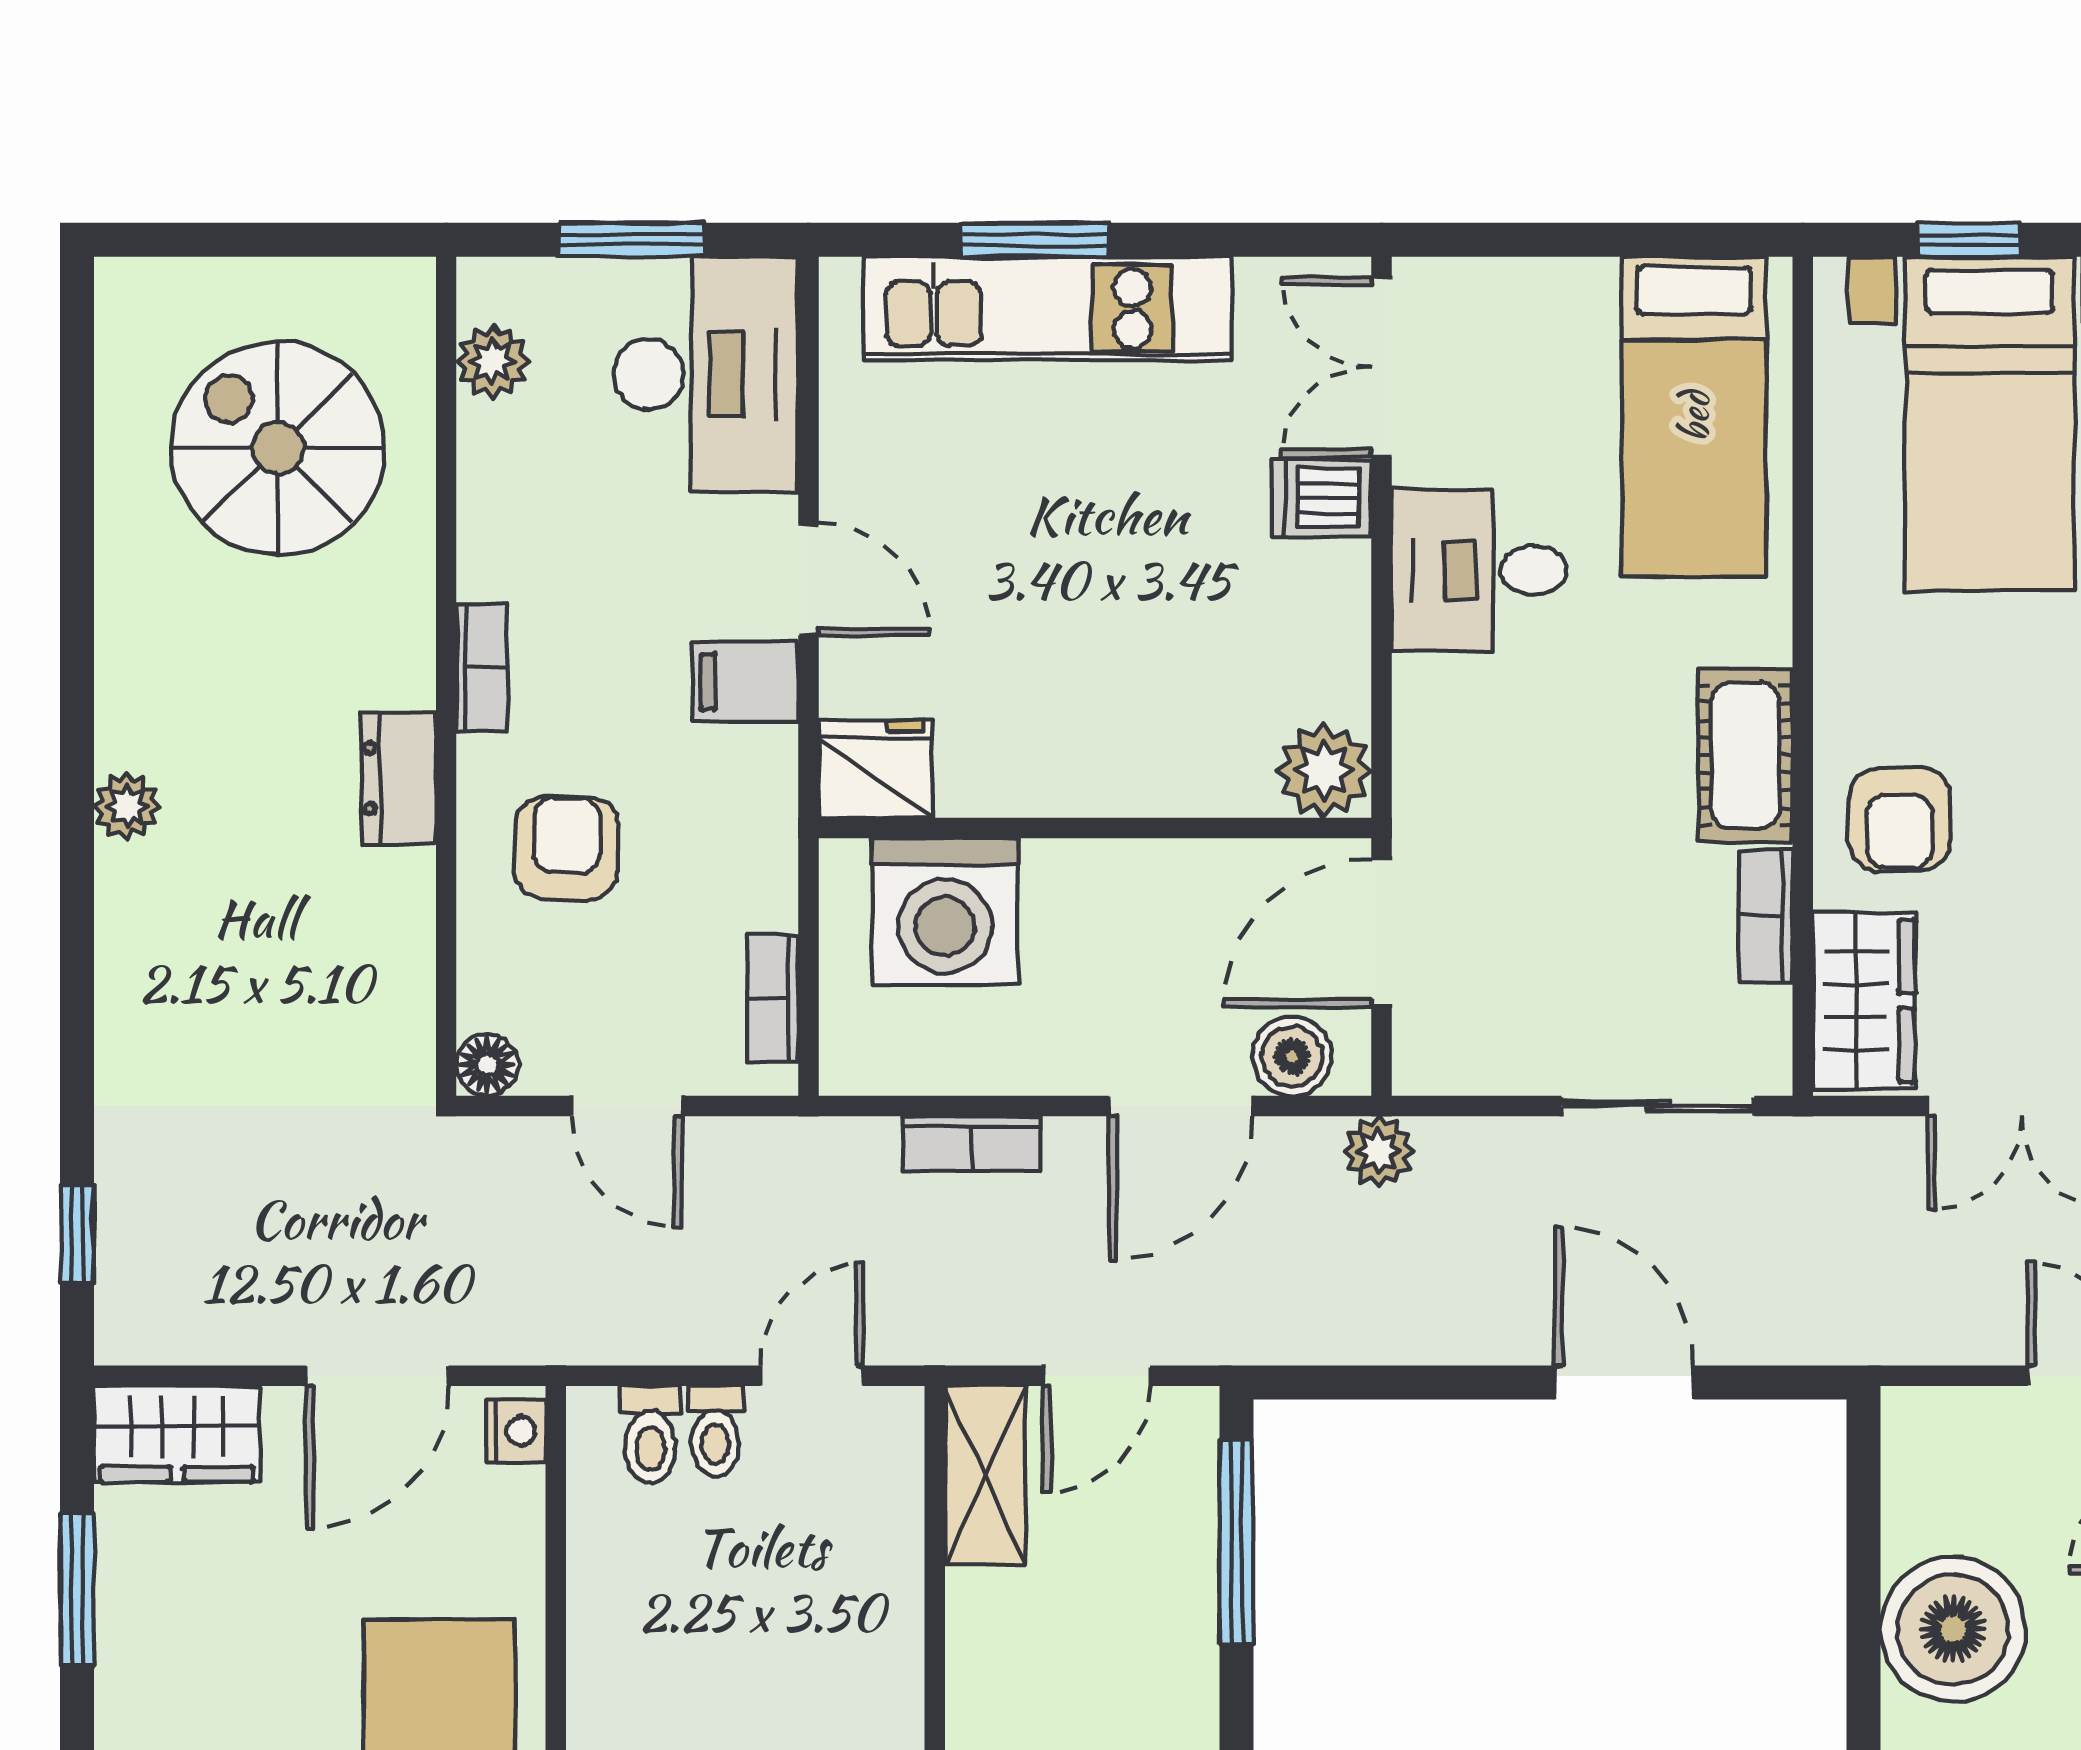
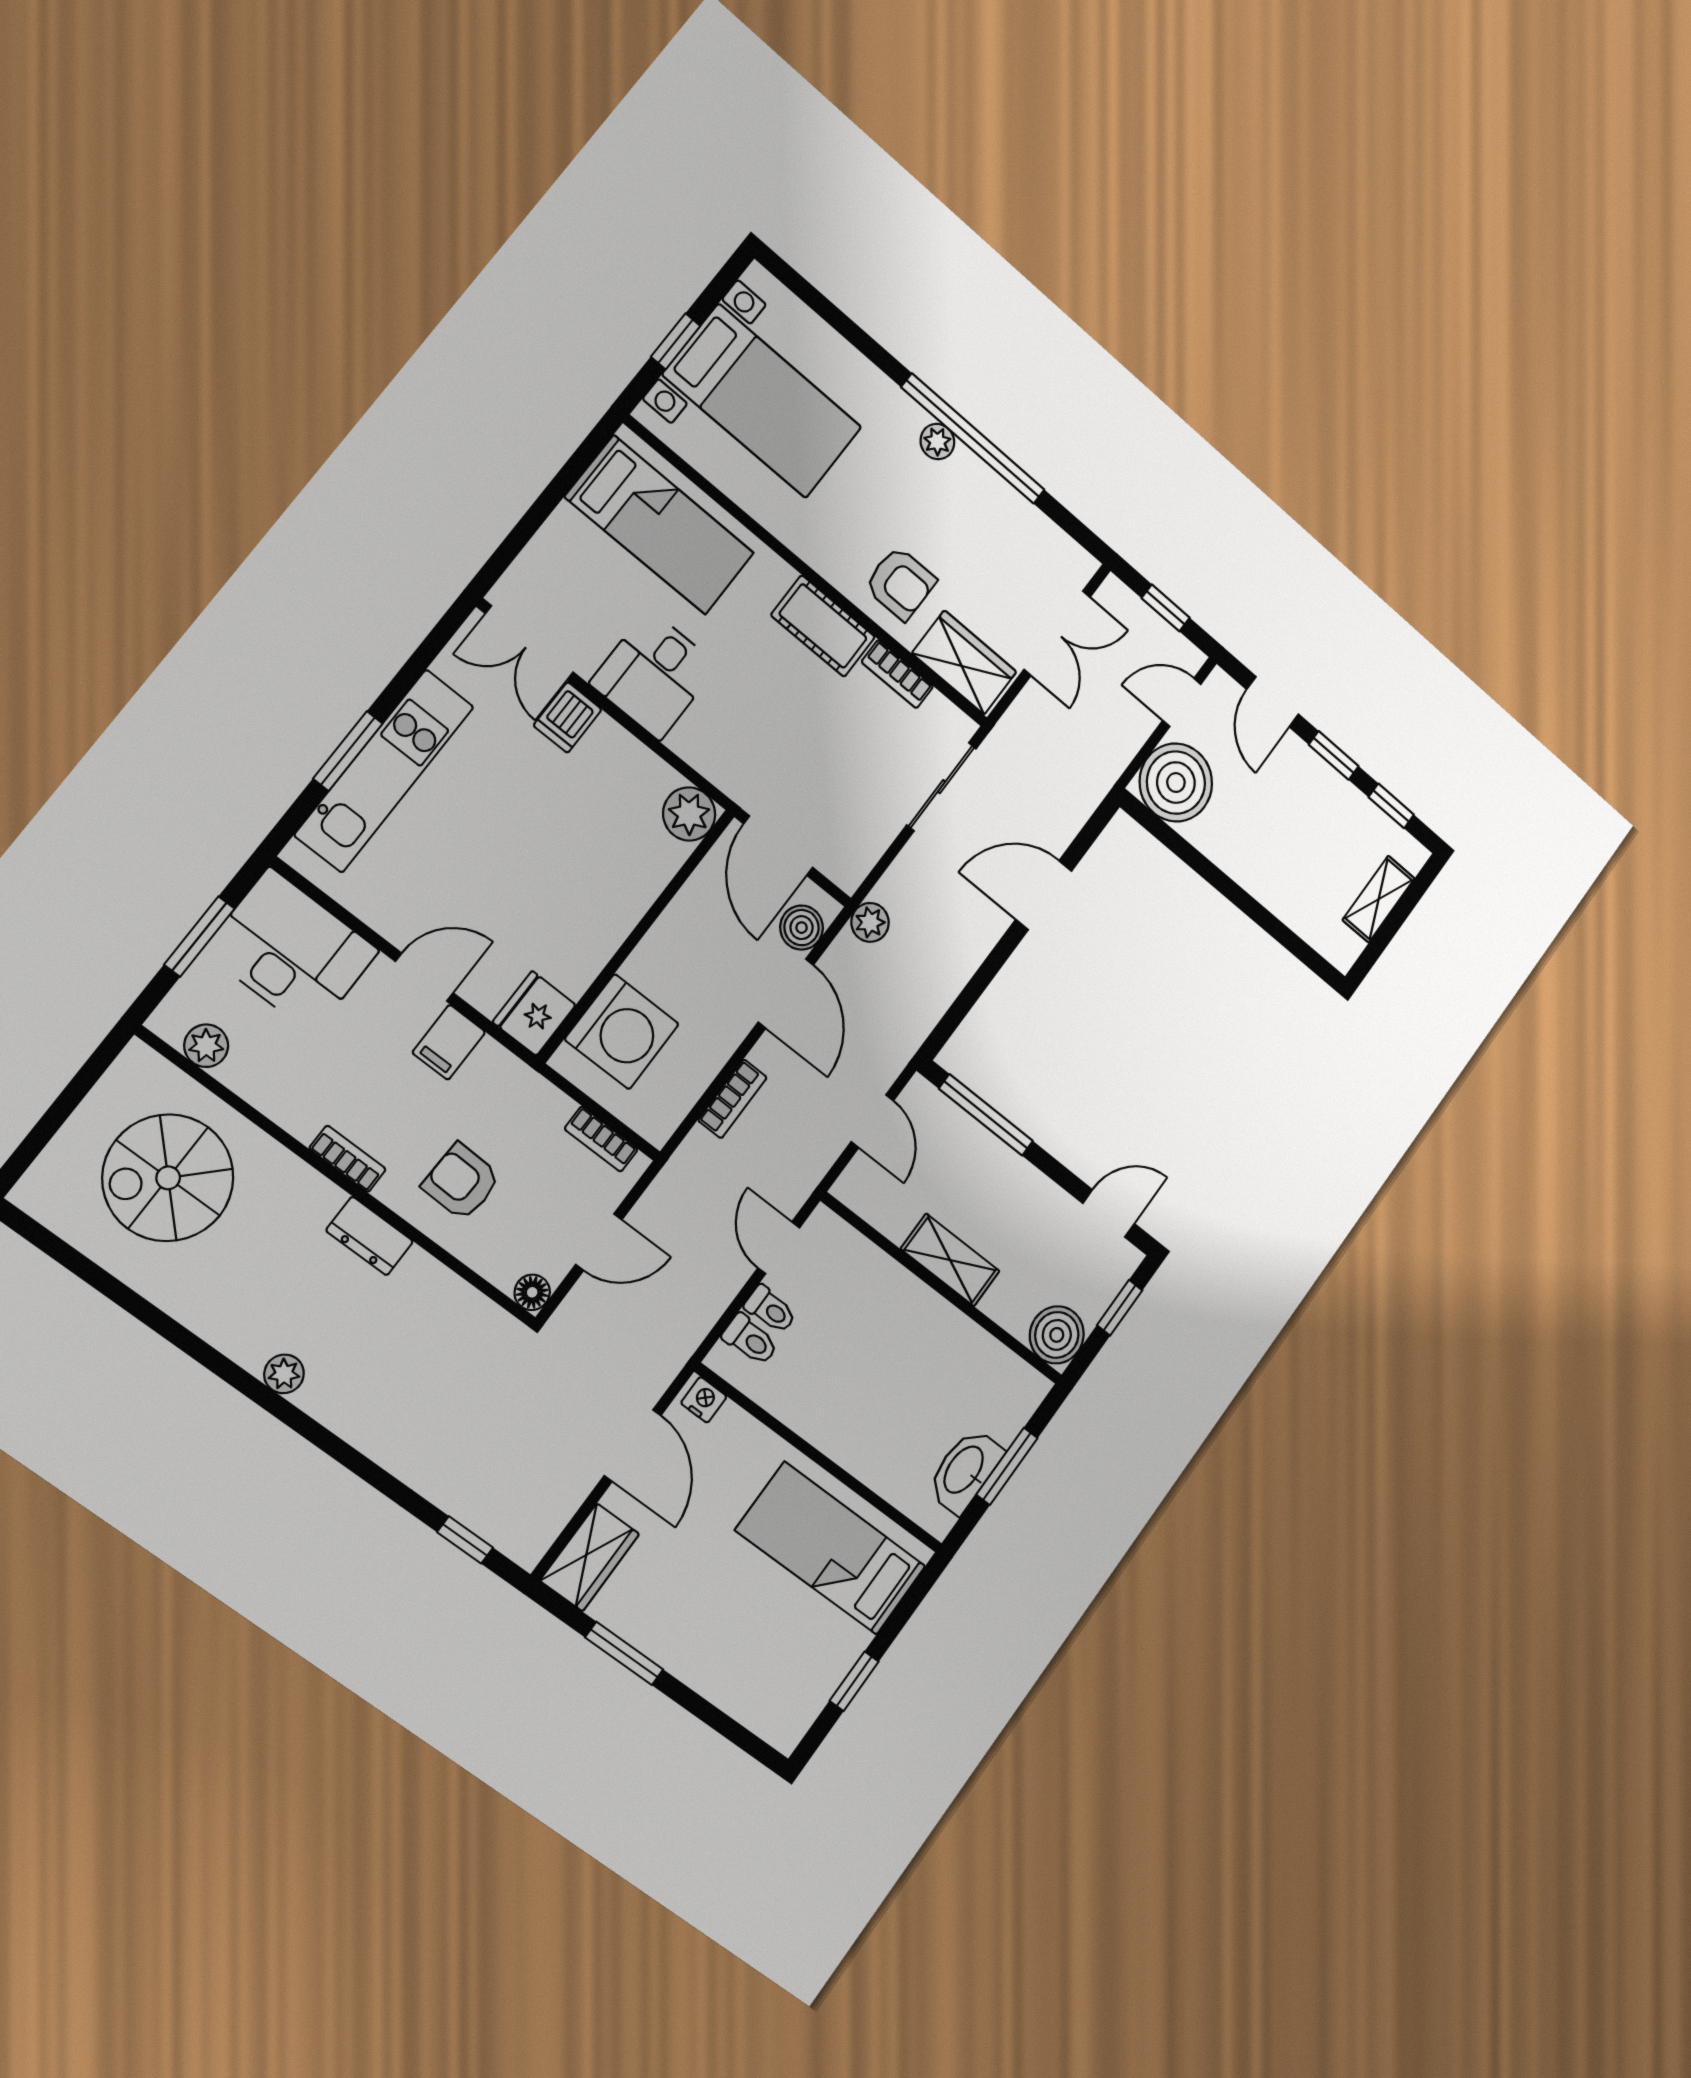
shelving: (985, 1475) -> (950, 1260), moved
boiler: (1953, 1629) -> (1176, 783), moved

